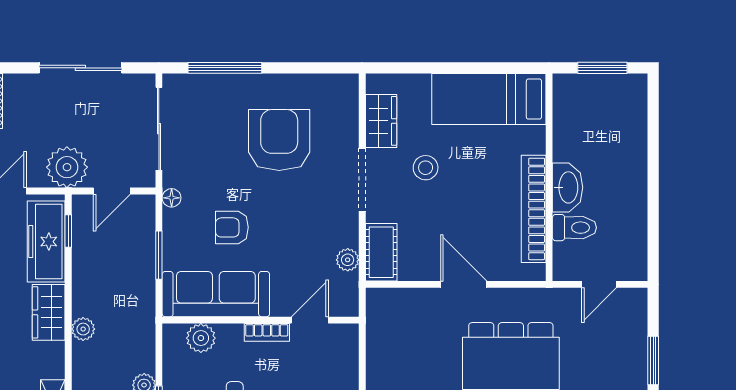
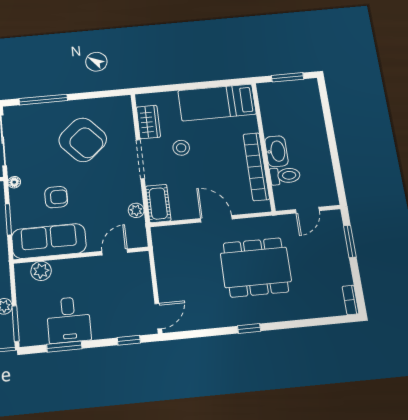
armchair: (279, 140) -> (83, 140), turned 138
armchair: (232, 227) -> (56, 197), turned 180
bookcase: (267, 332) -> (86, 263), removed
window: (653, 361) -> (350, 241), moved

